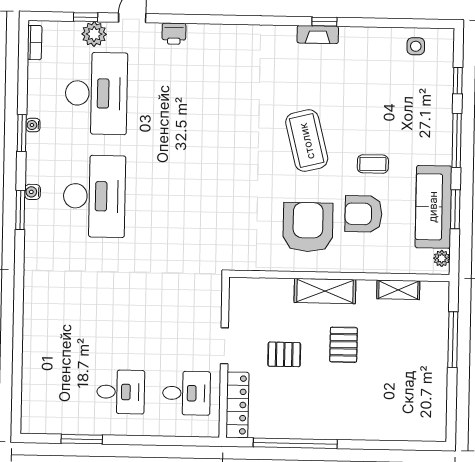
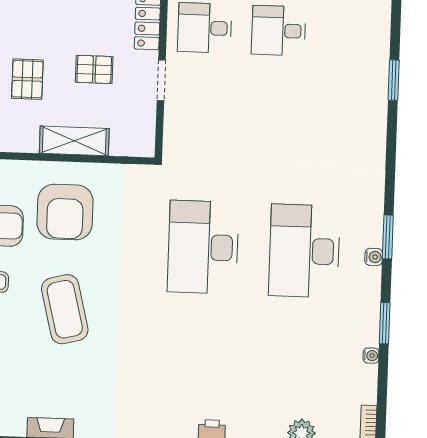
desk: (96, 93) -> (203, 247), moved
water cooler: (33, 125) -> (371, 356), moved
shelving: (325, 291) -> (74, 141), moved
window: (18, 350) -> (394, 80), added

